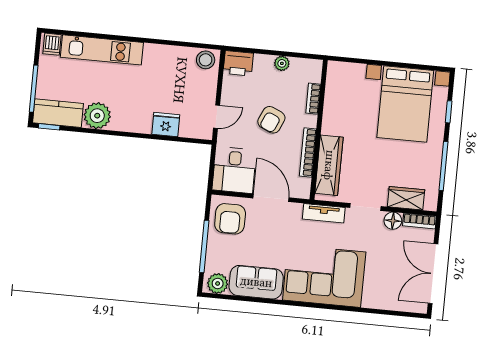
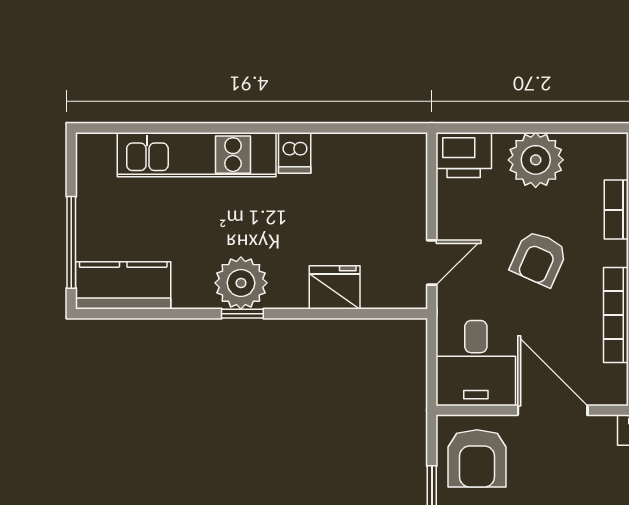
dishwasher: (52, 44) -> (295, 153), moved
stool: (206, 60) -> (400, 154), removed
plant: (282, 63) -> (536, 160), width x1.88, depth x1.88
plant: (97, 116) -> (241, 283), moved
window: (49, 127) -> (242, 314), moved

